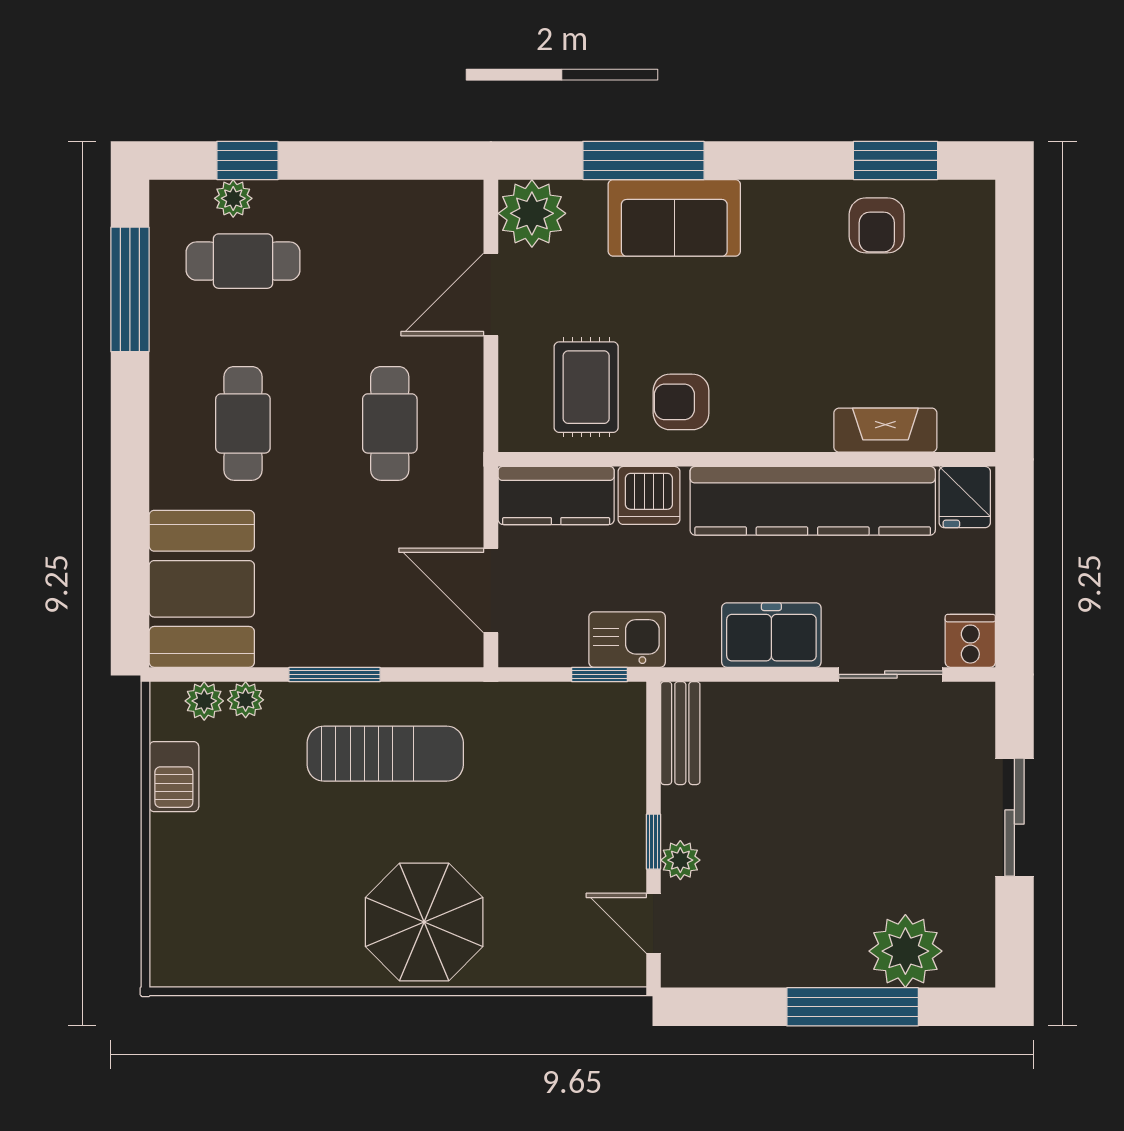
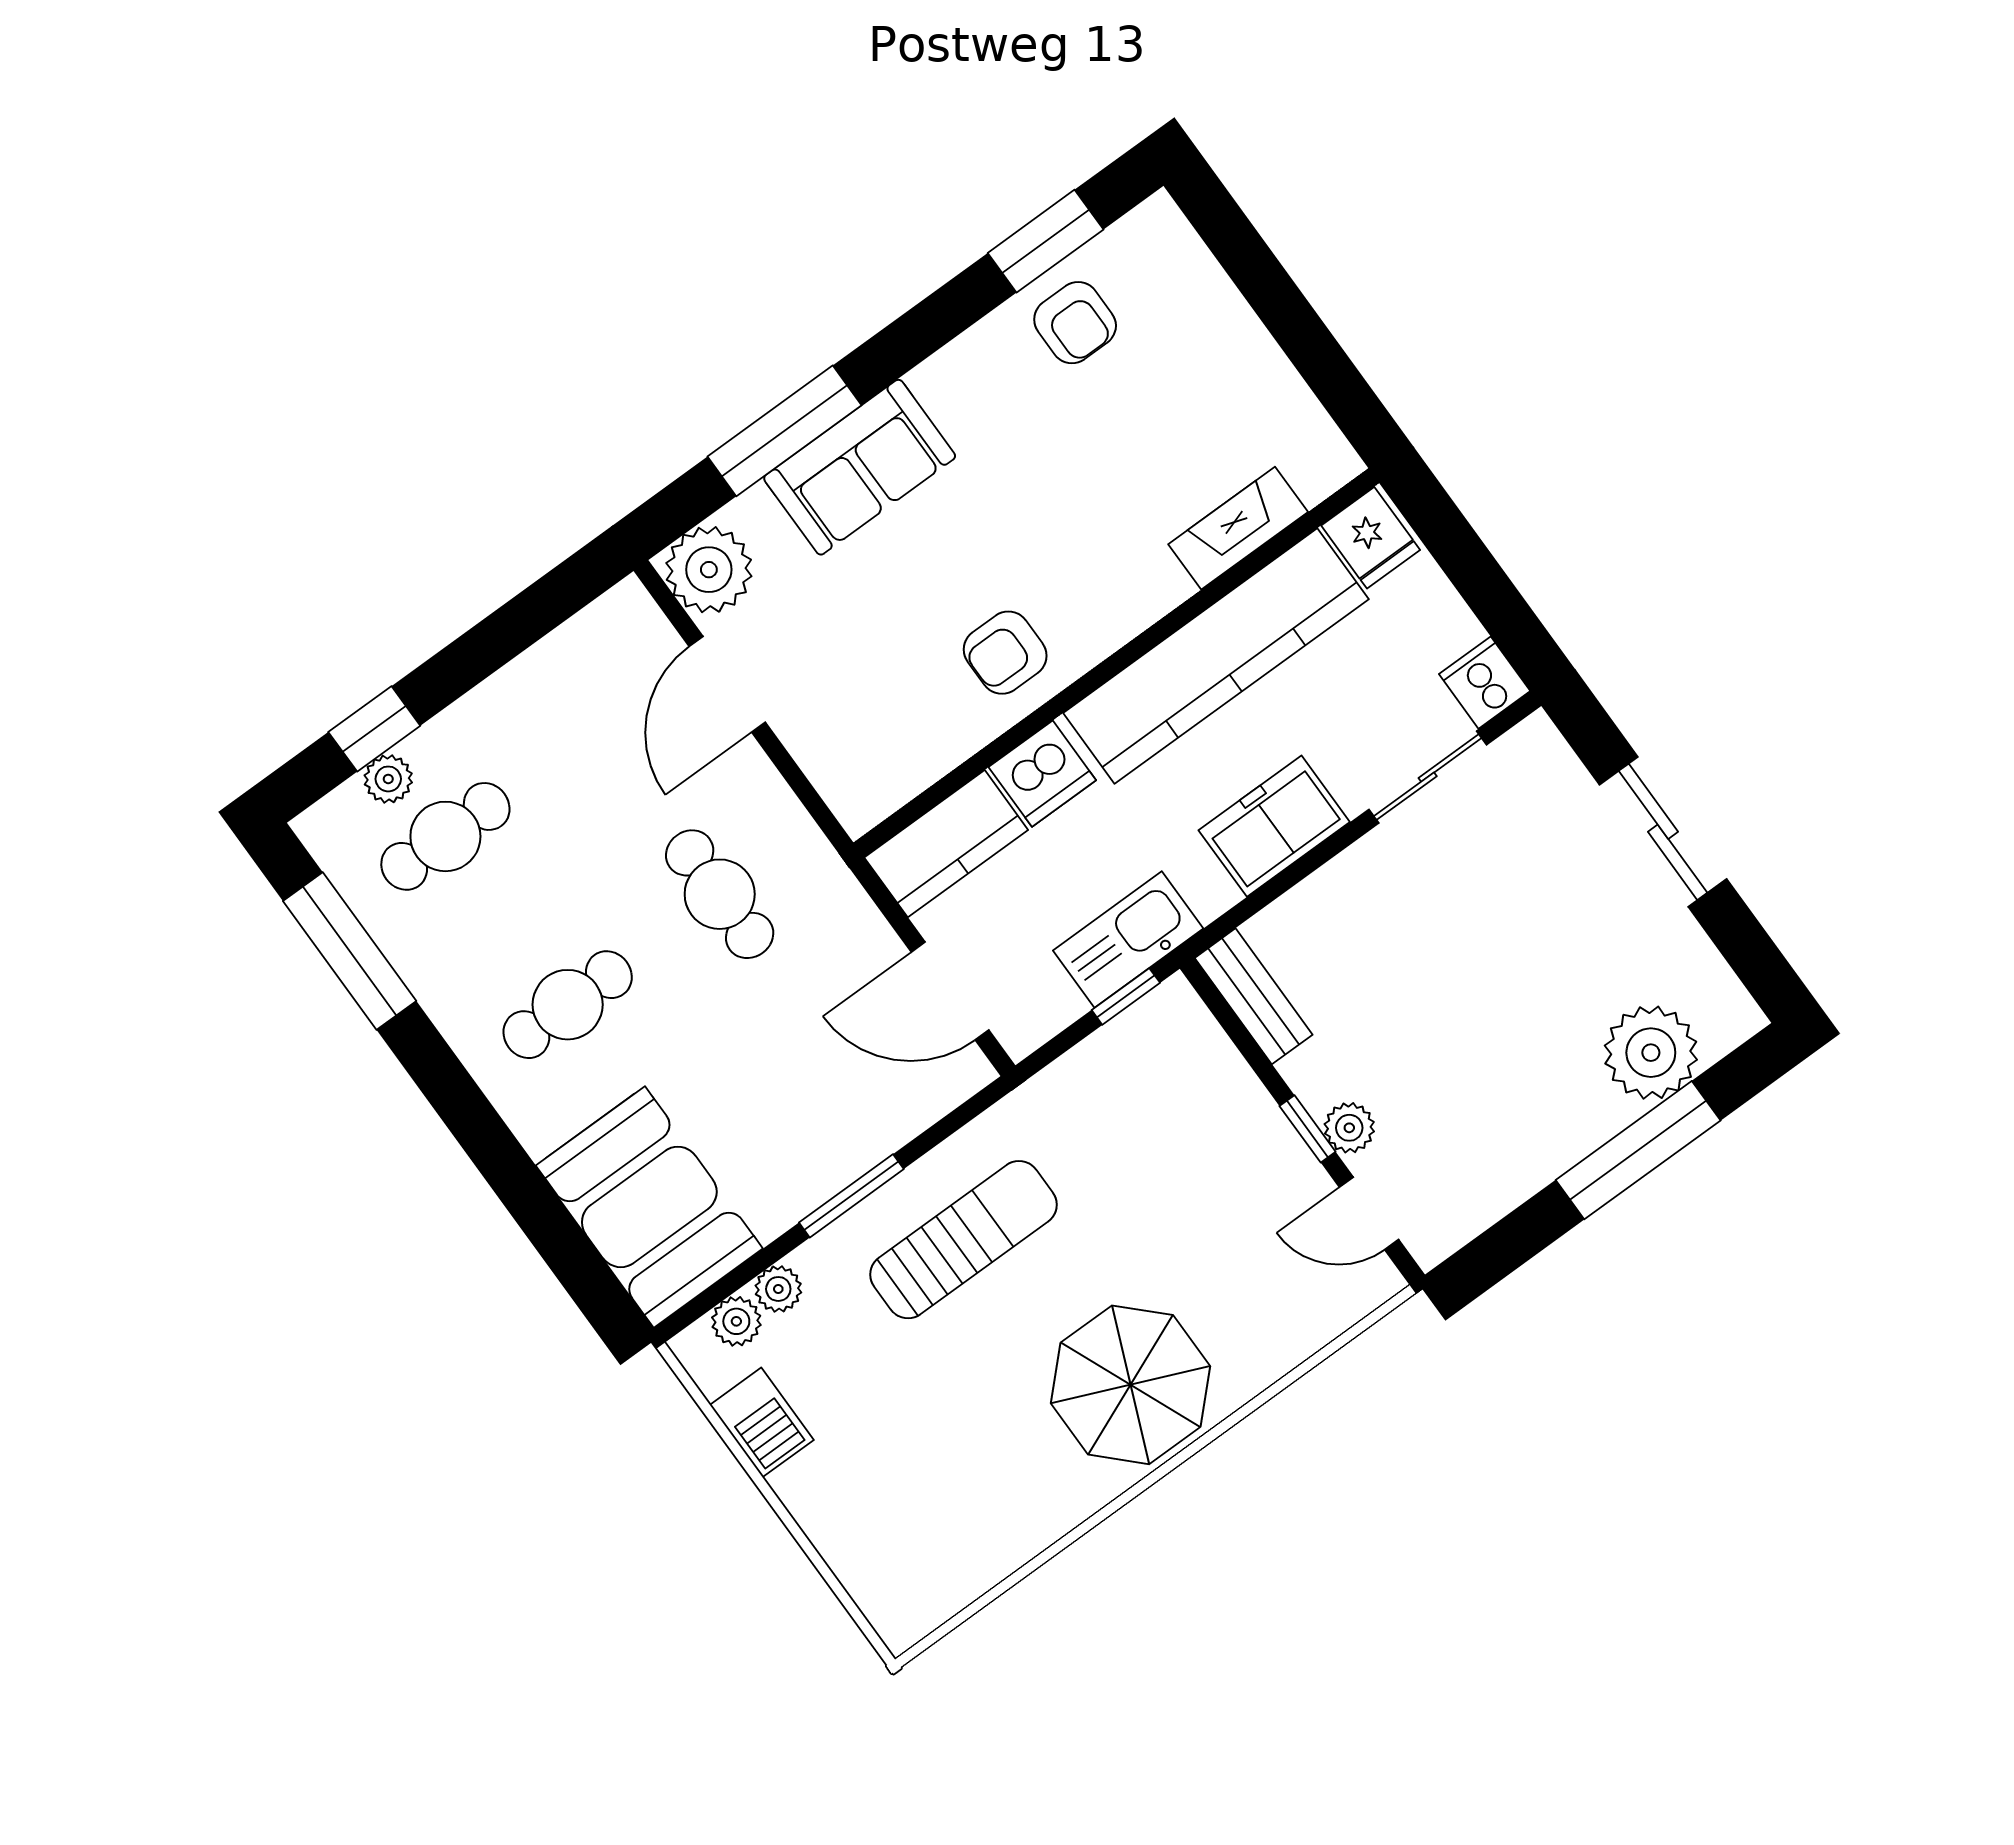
rug: (586, 387) -> (896, 709), removed
cafe table: (243, 423) -> (568, 1005), turned 90
kitchen sink: (627, 640) -> (1128, 940), width x1.38

